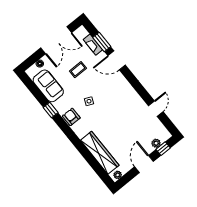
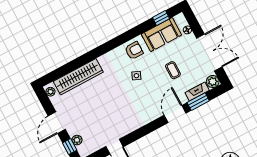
plant: (81, 32) -> (213, 82), added
double door: (56, 40) -> (209, 53), swing flipped
window: (51, 110) -> (161, 18), moved
armchair: (71, 117) -> (134, 50), moved
door: (144, 164) -> (57, 123), swing flipped

